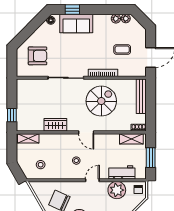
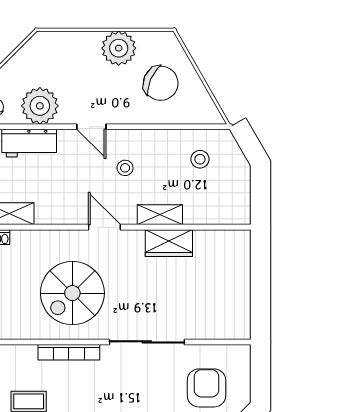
armchair: (38, 56) -> (206, 388), turned 90
window: (12, 115) -> (261, 263), removed
shelving: (28, 138) -> (160, 215), moved
door: (92, 180) -> (91, 127), hinge flipped

